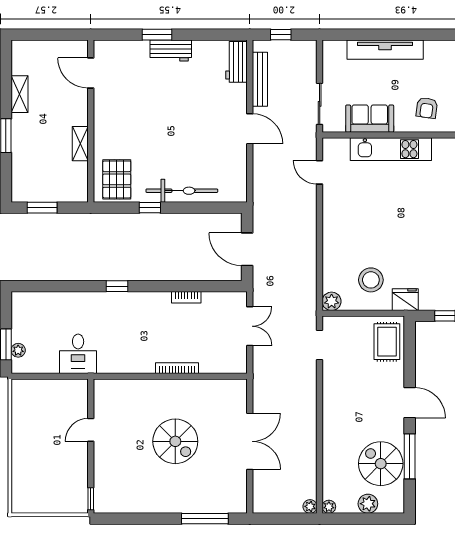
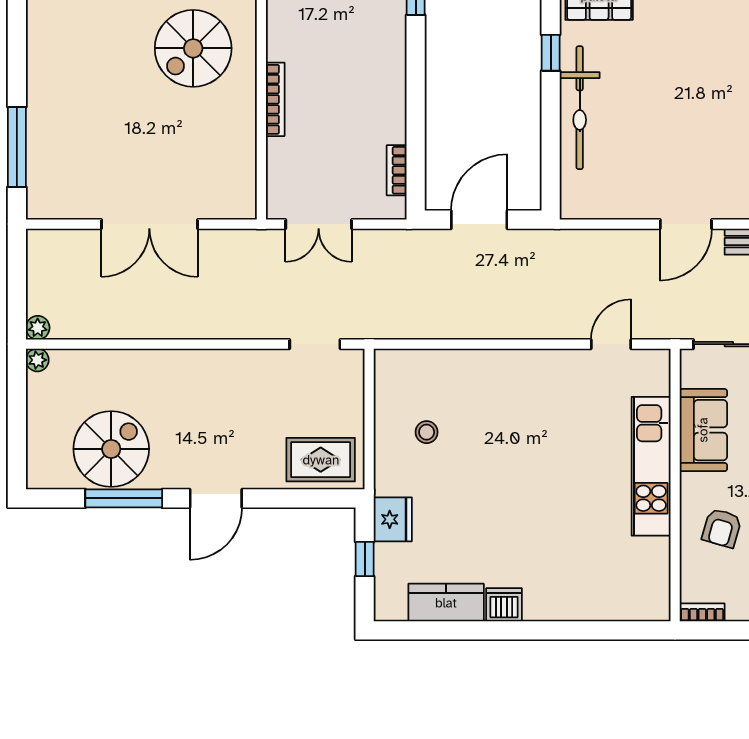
armchair: (427, 108) -> (722, 528), turned -82
stool: (371, 280) -> (427, 432), width x0.53, depth x0.53
bookcase: (186, 297) -> (397, 170), moved
fridge: (405, 300) -> (393, 519), moved
plant: (332, 301) -> (390, 365), removed
double door: (250, 326) -> (319, 224), moved
spiral stairs: (175, 441) -> (193, 48), moved
plant: (368, 504) -> (42, 427), removed

